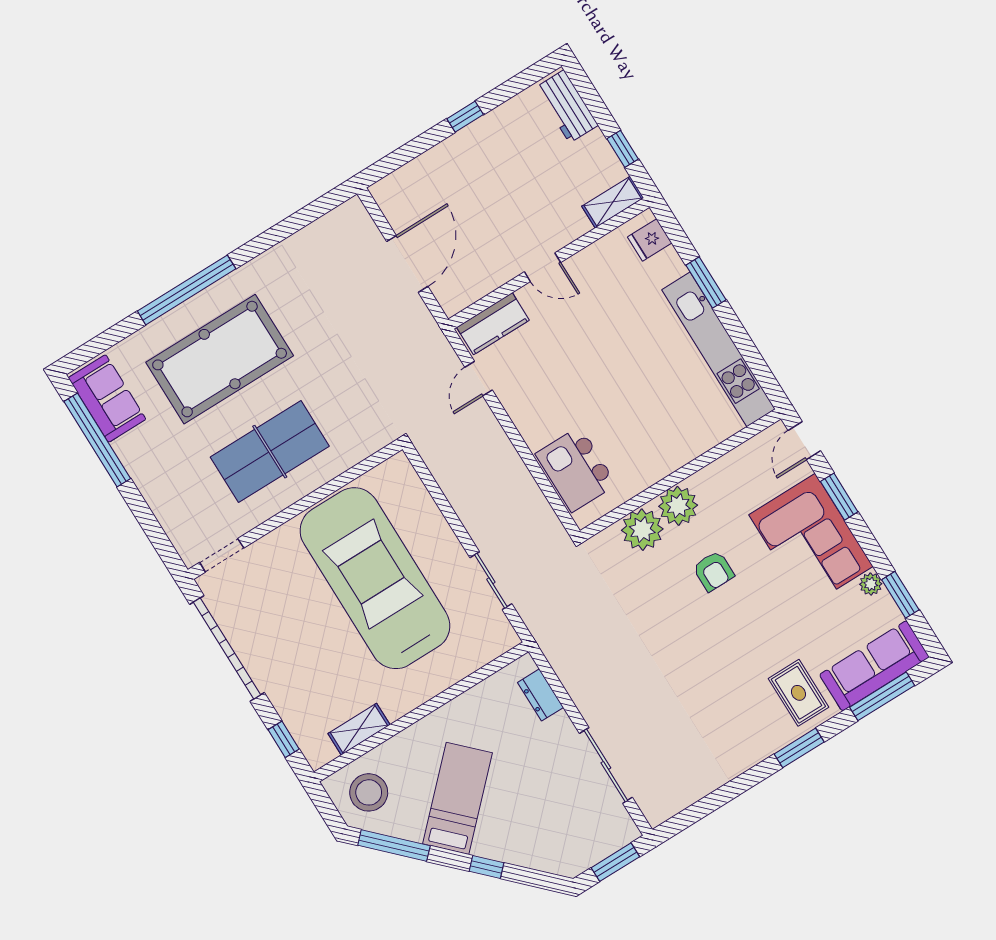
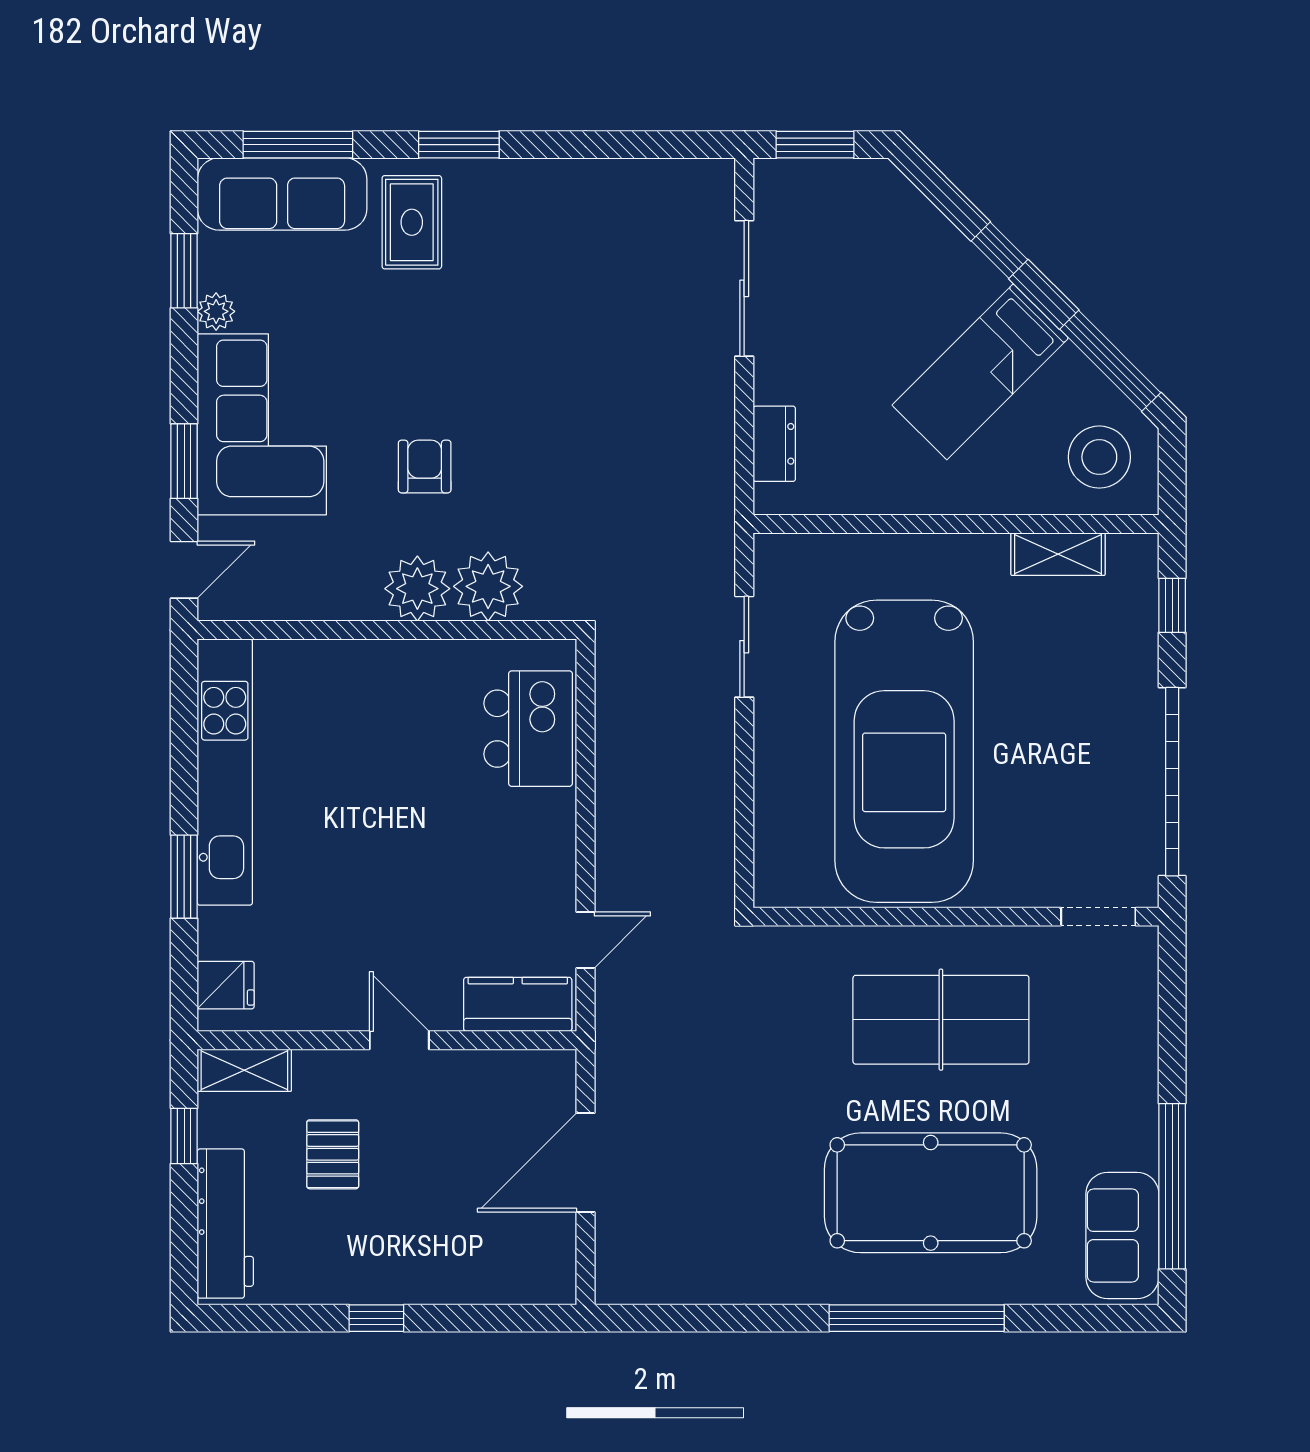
workbench: (567, 106) -> (225, 1224), width x1.37
pallet: (540, 187) -> (333, 1154), added

